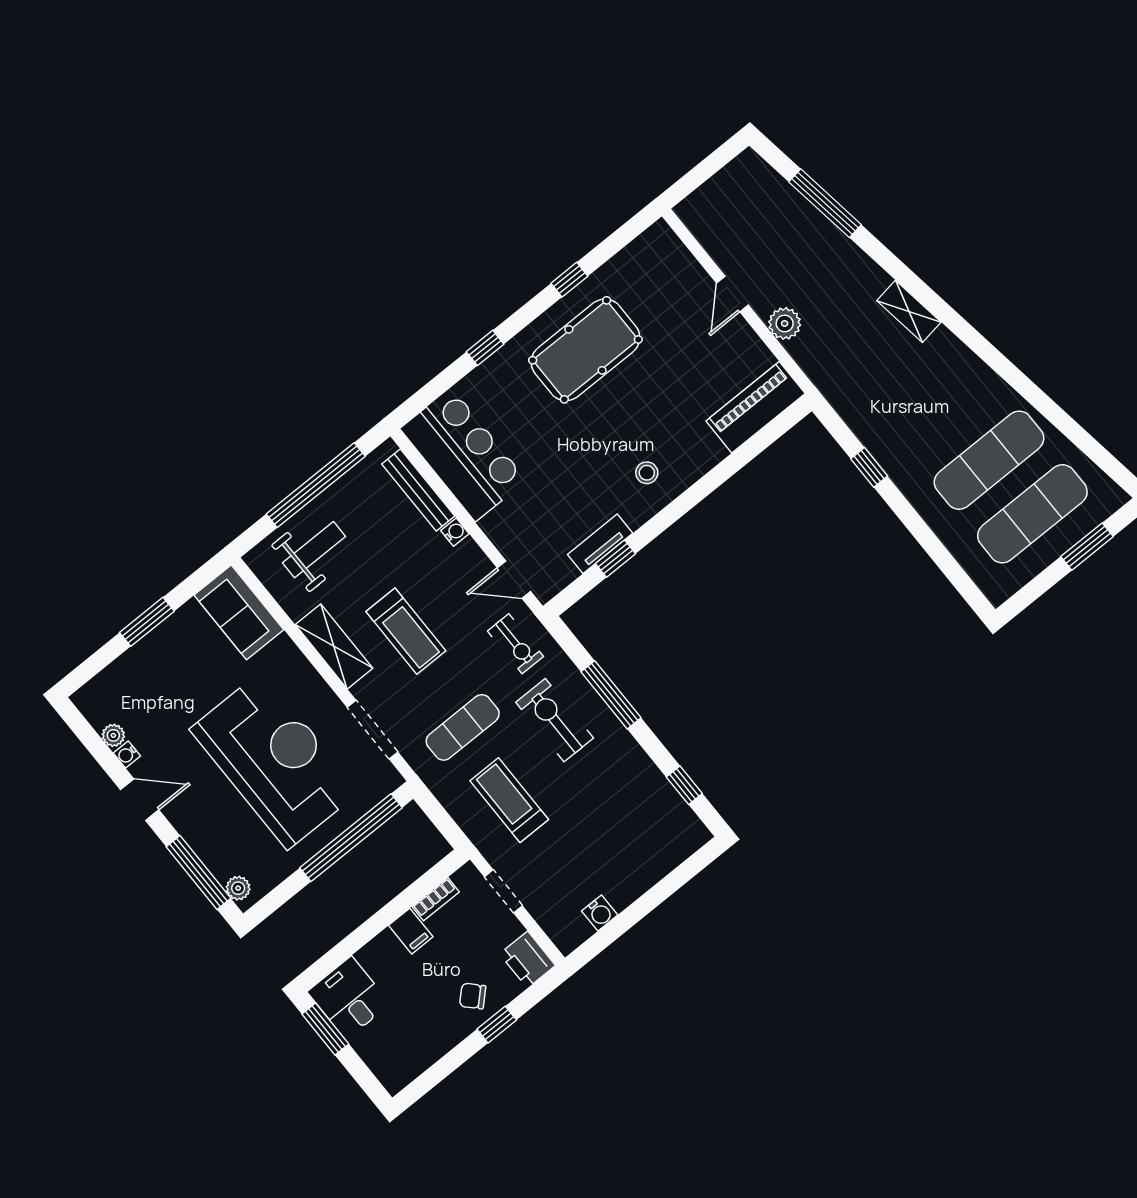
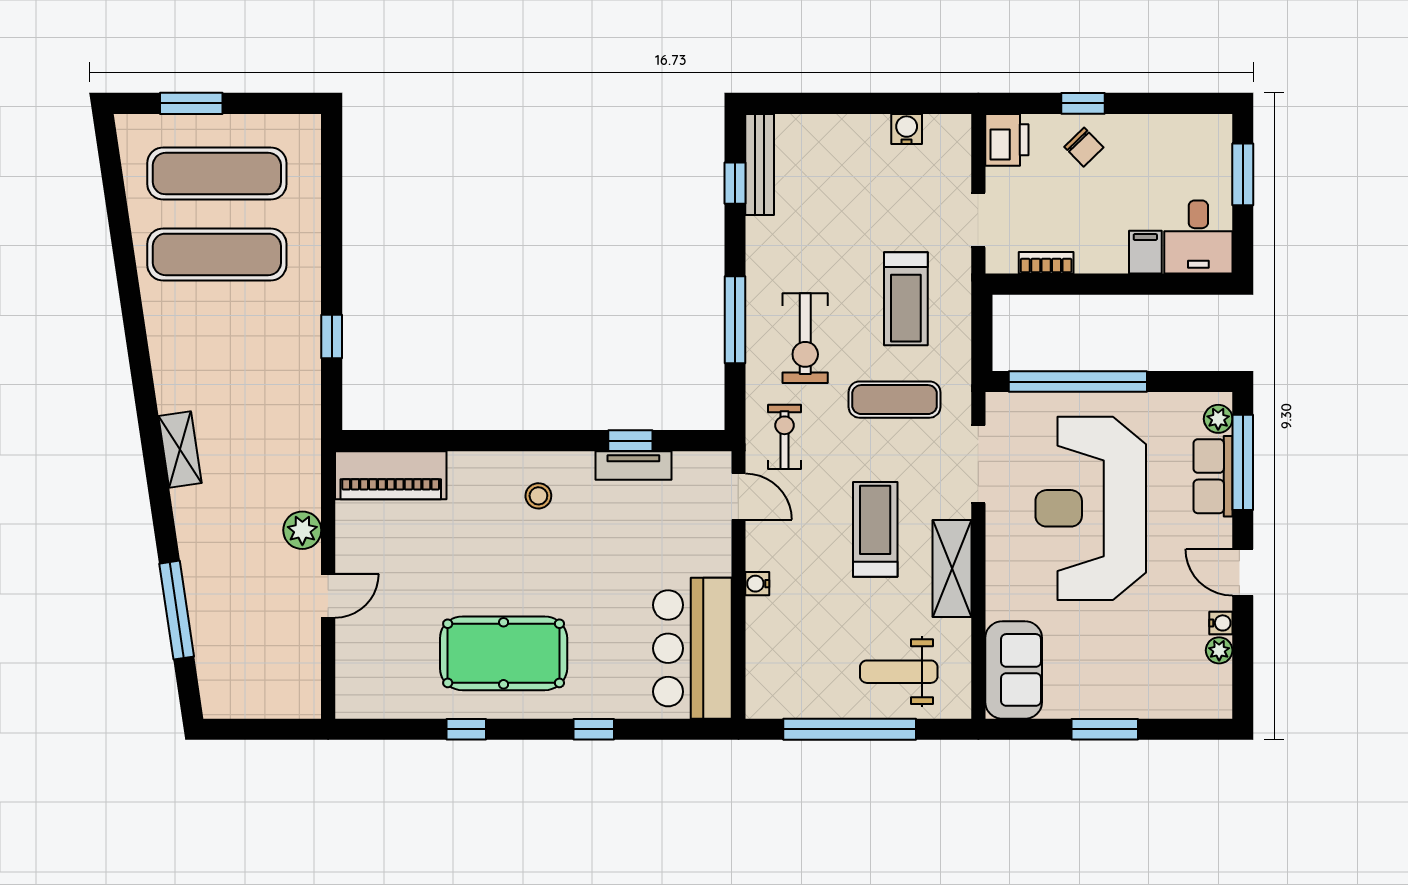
bench: (418, 490) -> (760, 164), moved
row of seats: (211, 847) -> (1213, 476), added
filing cabinet: (411, 931) -> (1145, 252), moved
window: (325, 1029) -> (1243, 174), moved

